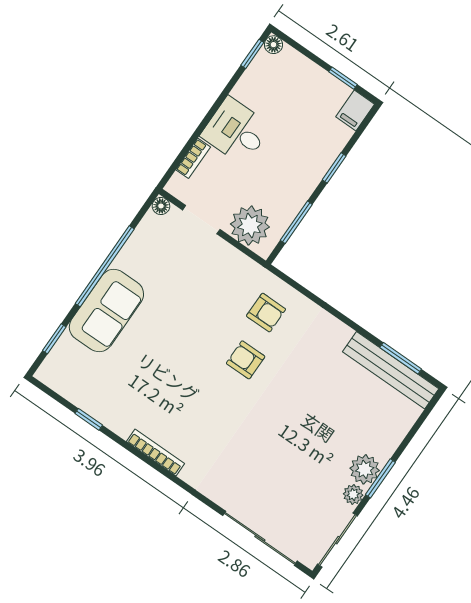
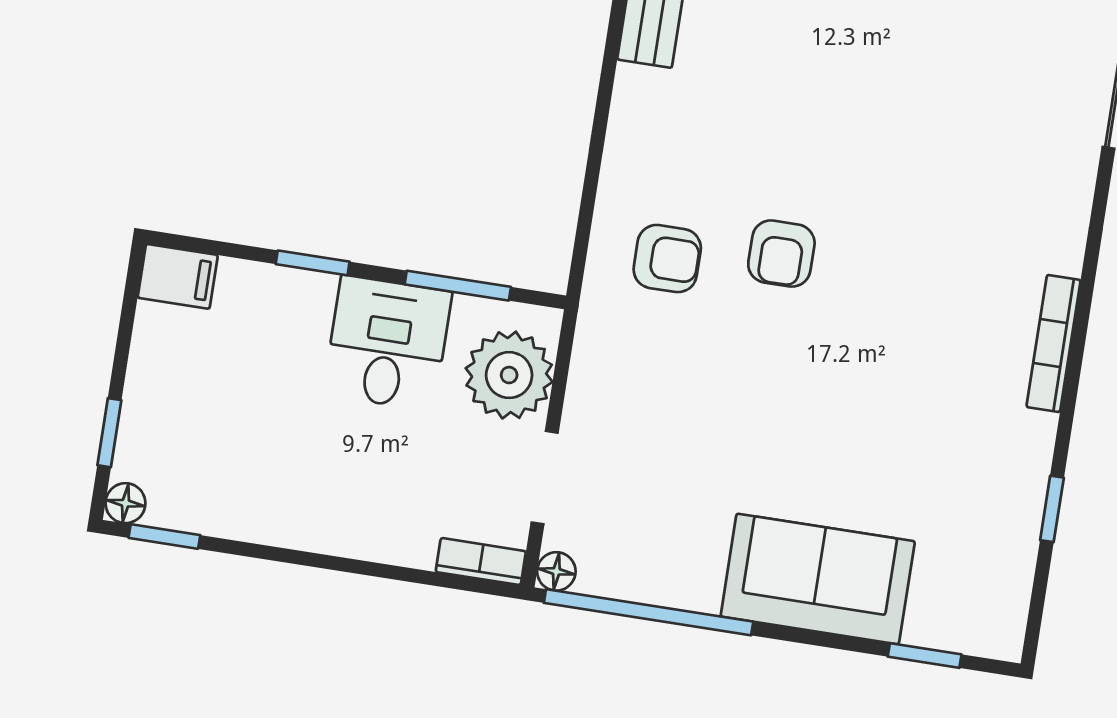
window: (343, 78) -> (109, 433), moved
desk: (236, 131) -> (388, 343), moved, turned 180
bookcase: (193, 158) -> (481, 562), moved
window: (105, 266) -> (649, 612), moved
armchair: (266, 313) -> (667, 259), turned 90

